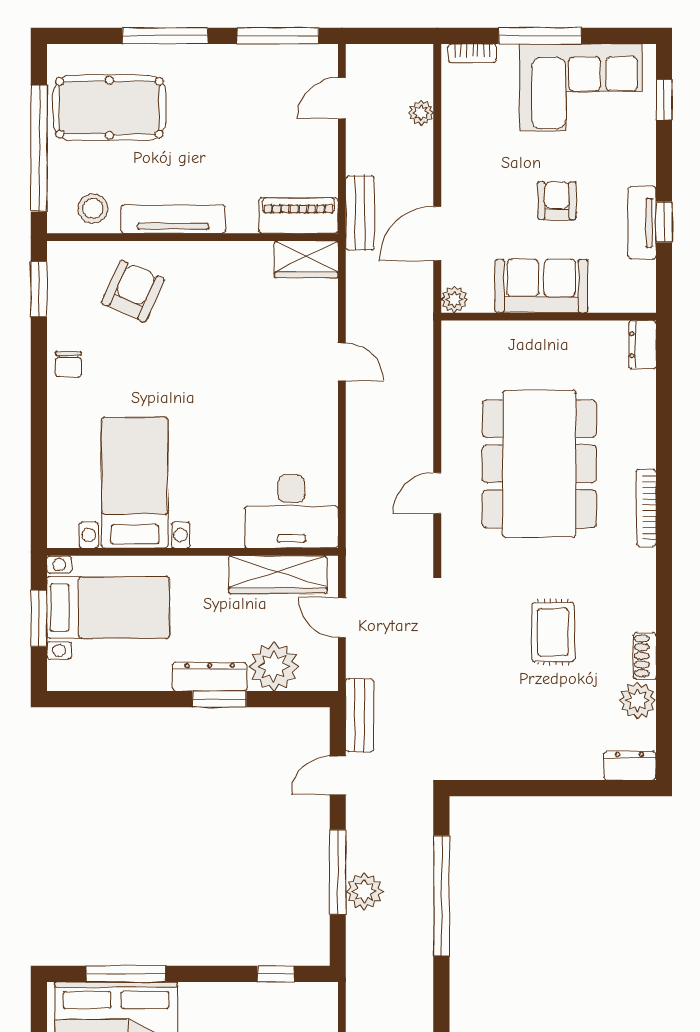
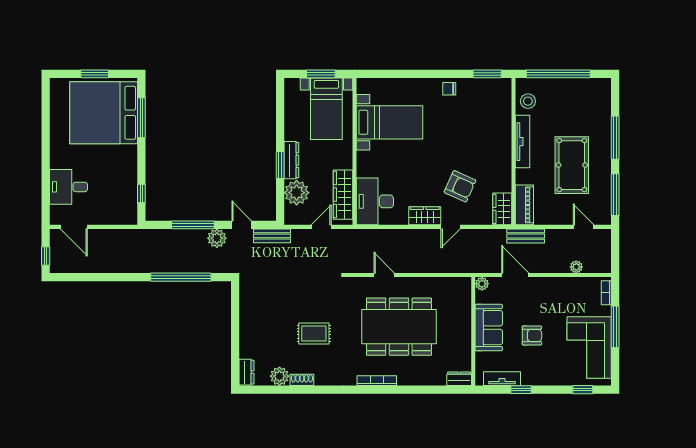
pool table: (109, 108) -> (572, 165), moved
tv unit: (642, 223) -> (502, 379), moved
armchair: (133, 291) -> (460, 186), moved
wardrobe: (320, 413) -> (425, 216), added
plant: (364, 891) -> (217, 238), moved

